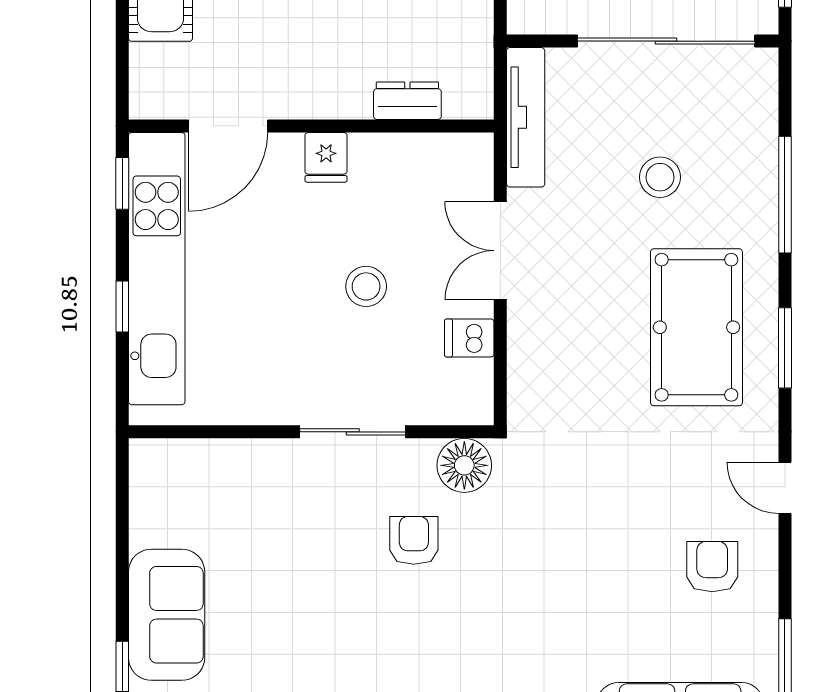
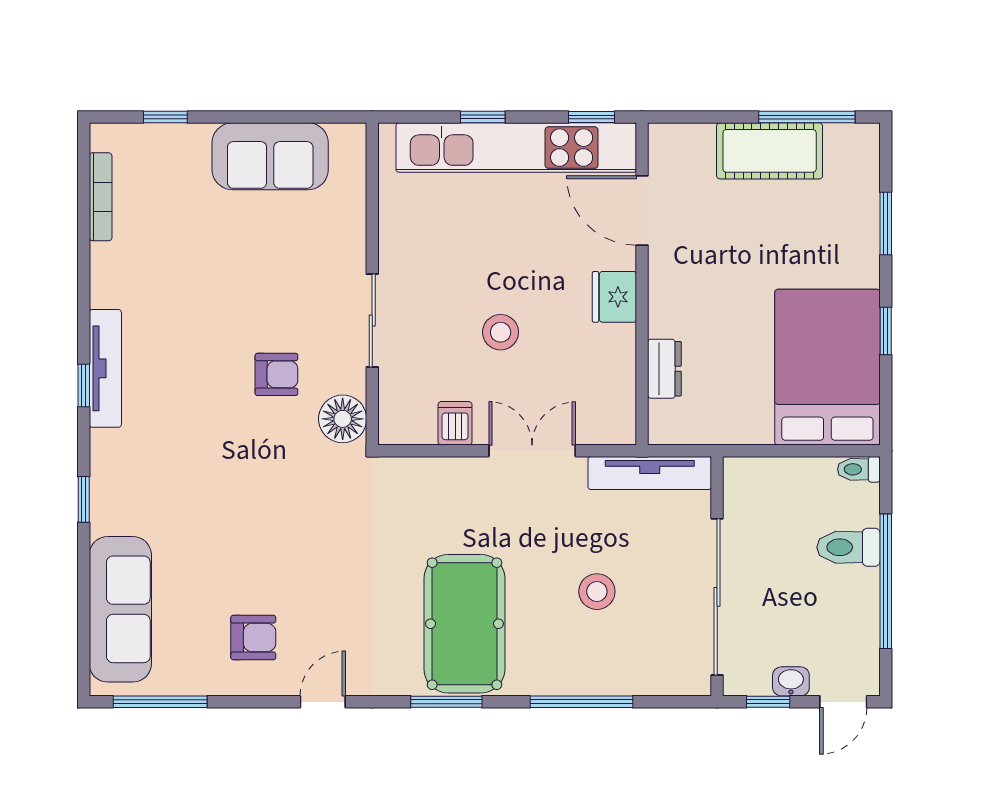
fridge: (326, 157) -> (614, 297), width x1.38
pool table: (696, 327) -> (464, 624), turned 90
sofa: (167, 615) -> (270, 156), moved

